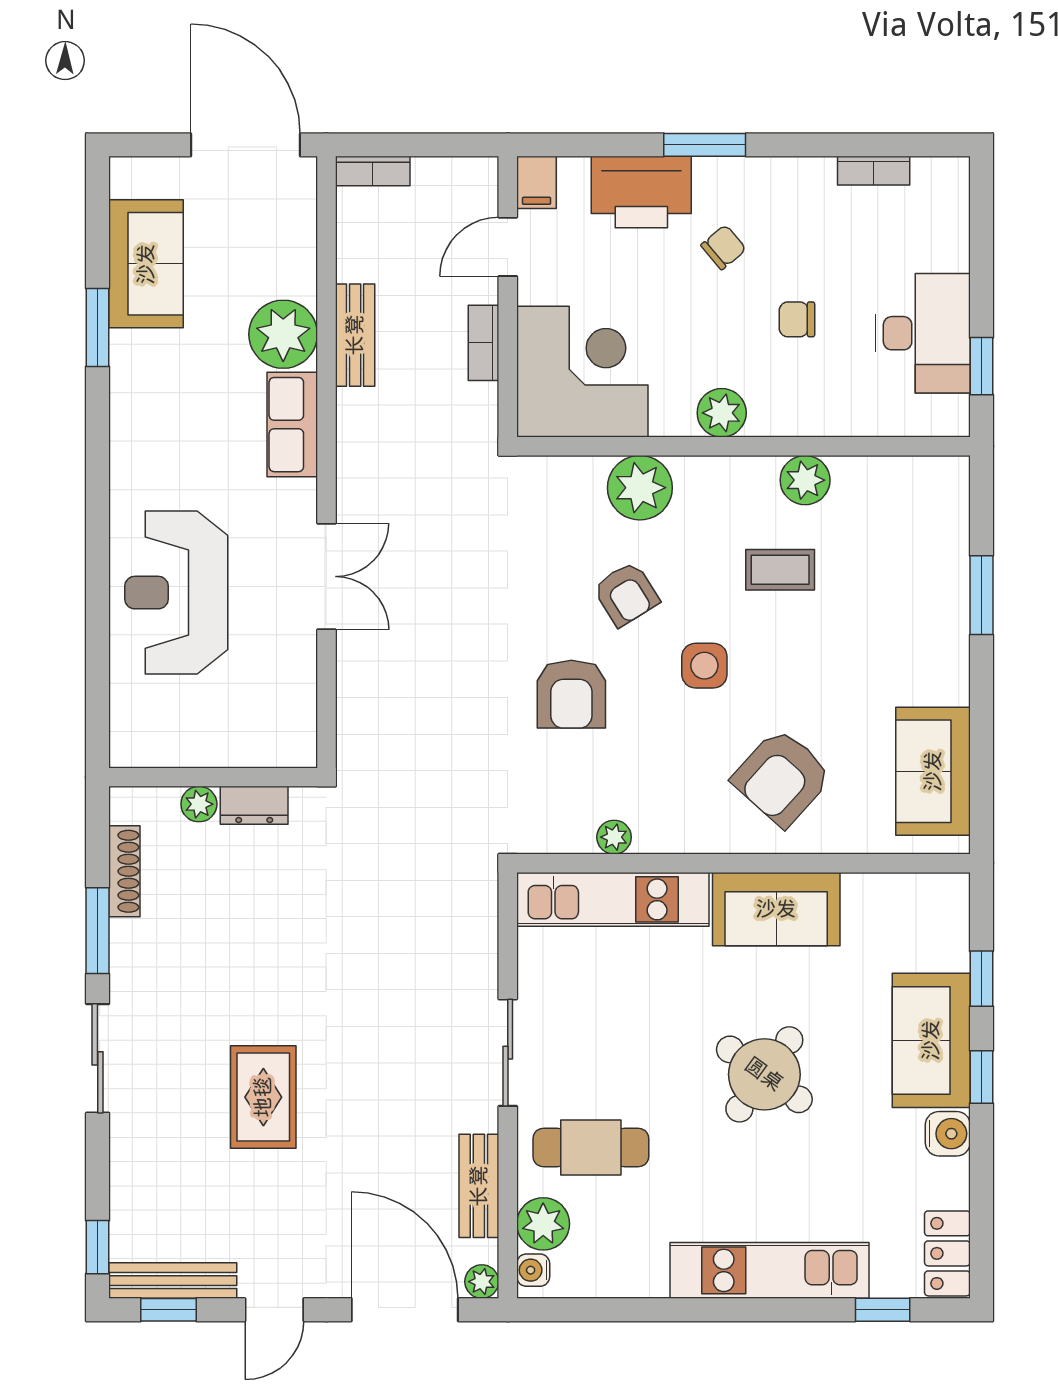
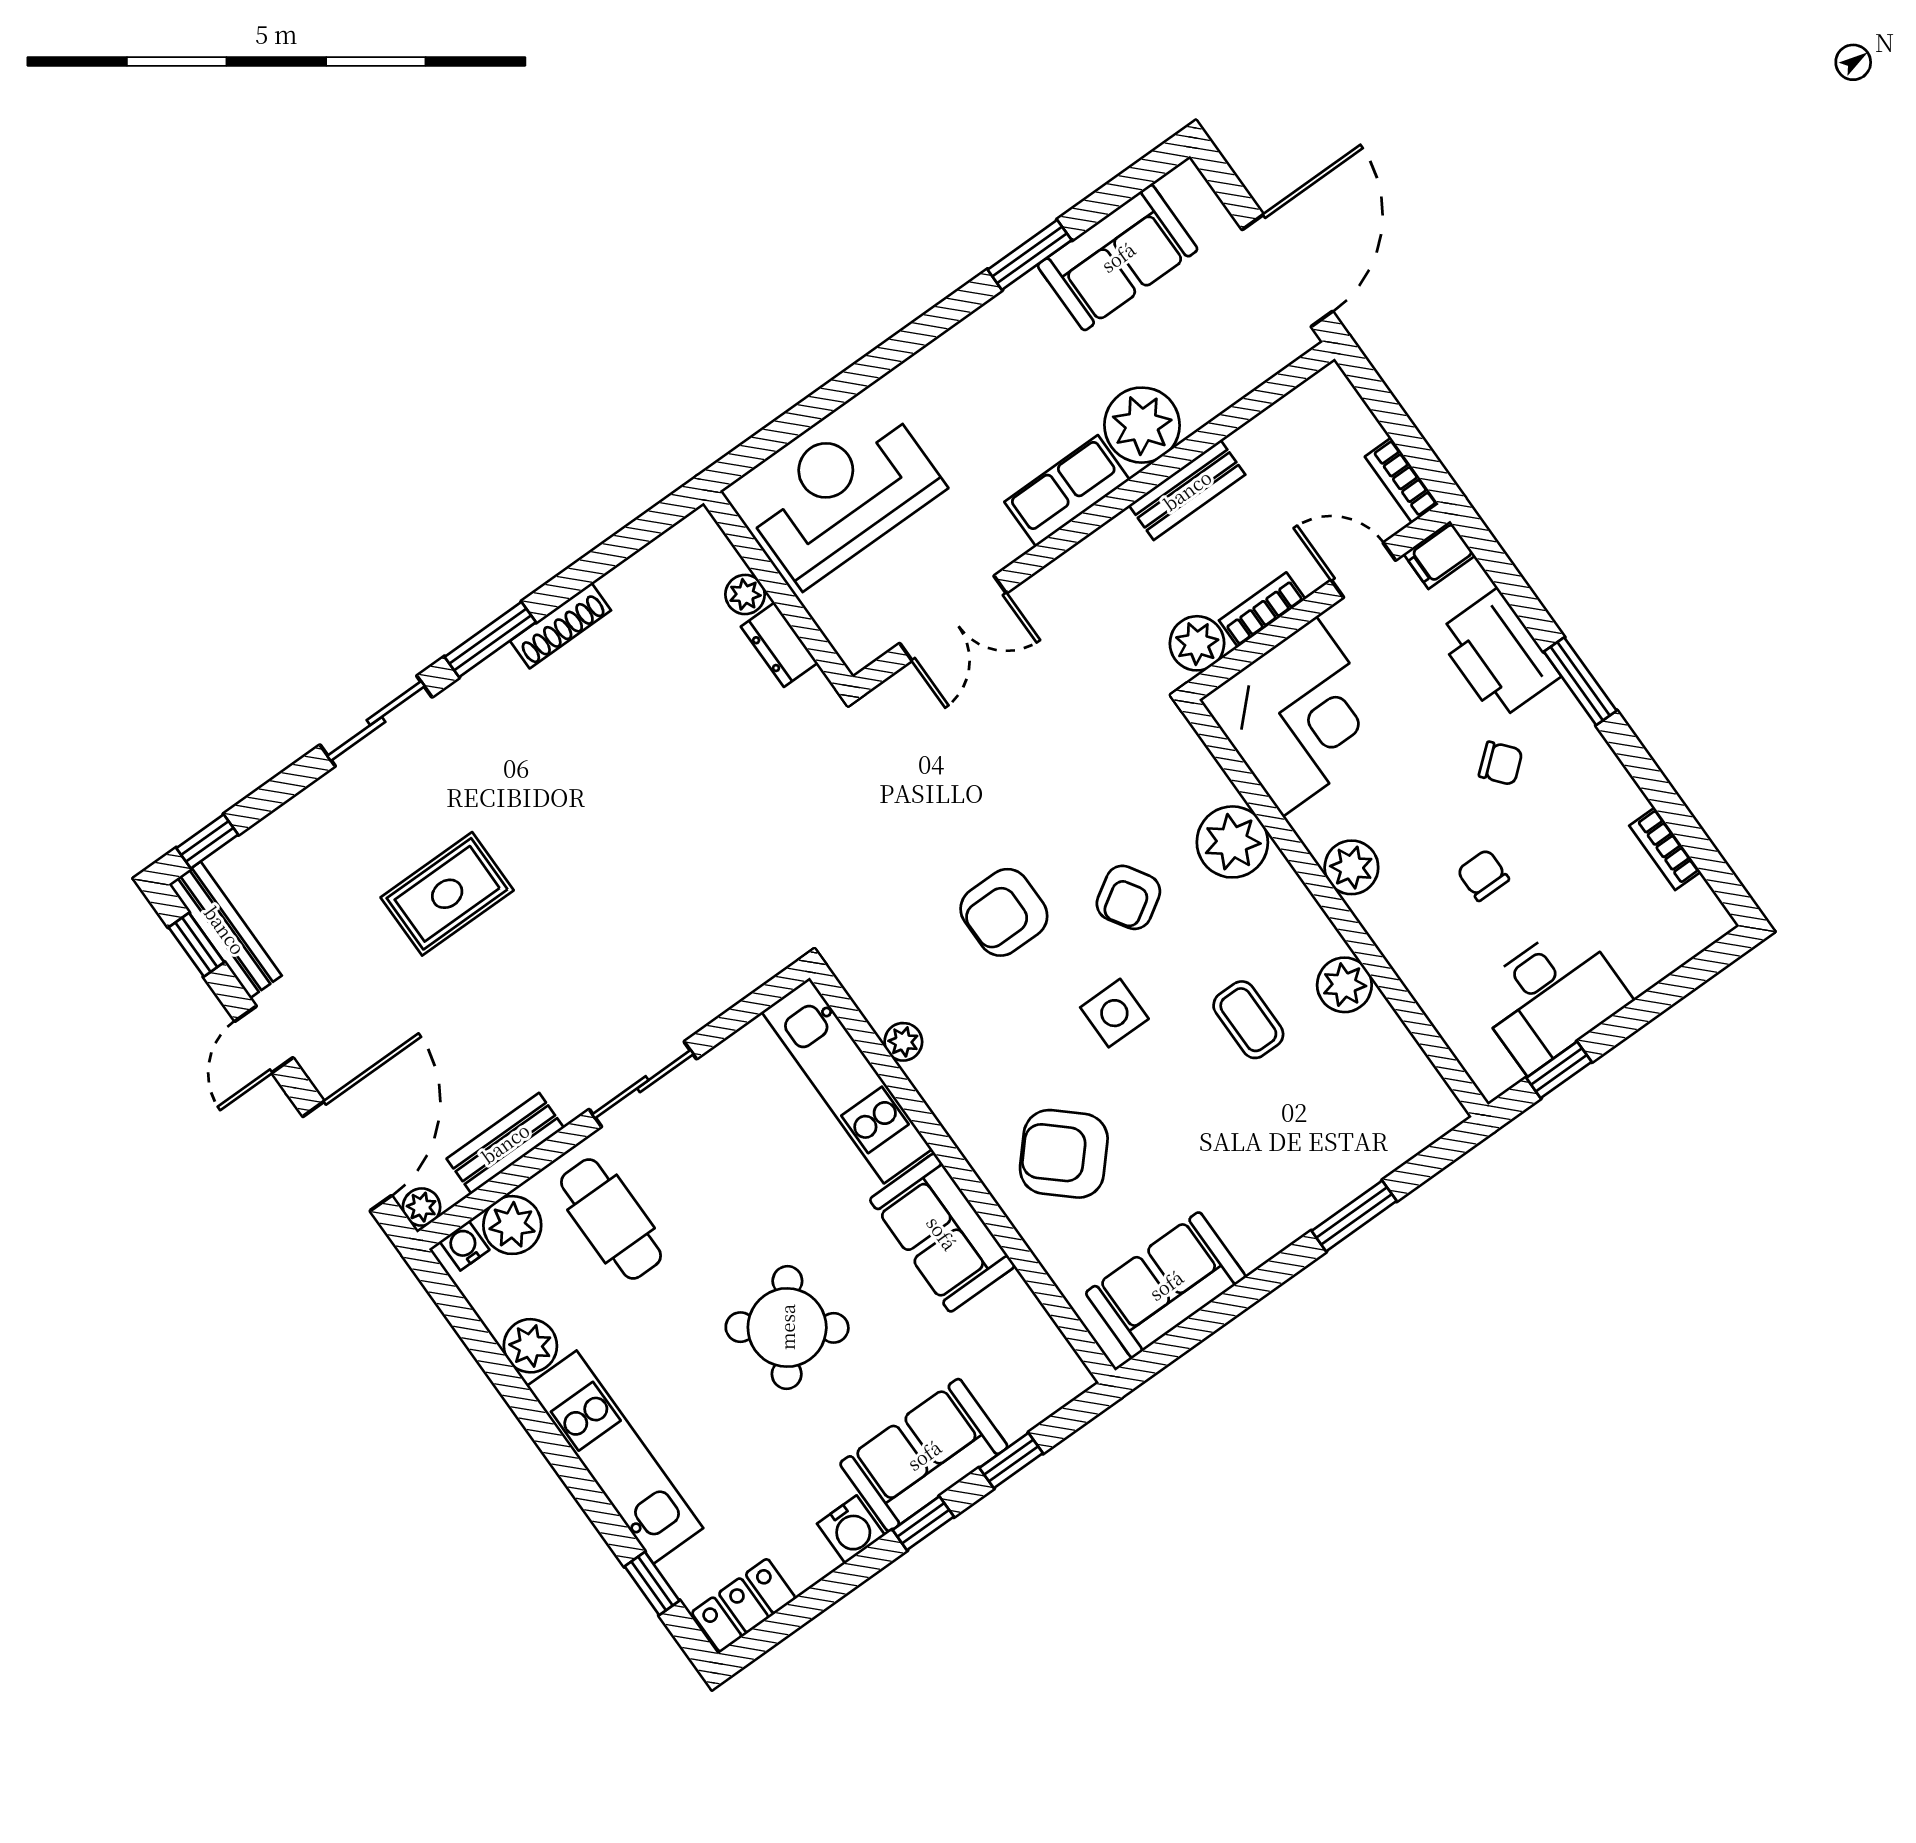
bookcase: (373, 171) -> (1402, 480), moved
plant: (474, 409) -> (1197, 643), added
wall: (213, 777) -> (778, 590), moved
plant: (199, 804) -> (745, 594), moved
dresser: (254, 805) -> (779, 645), moved
plant: (642, 1274) -> (530, 1346), added
door: (274, 1310) -> (264, 1039), hinge flipped

